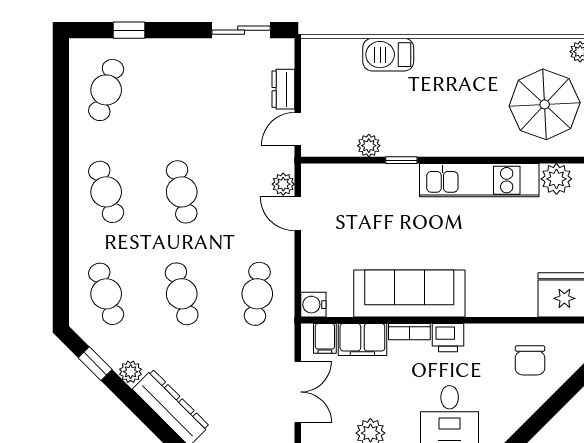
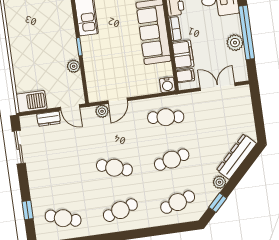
barbecue: (388, 55) -> (32, 102), moved, turned -90
cafe table: (182, 192) -> (114, 168), turned 30

